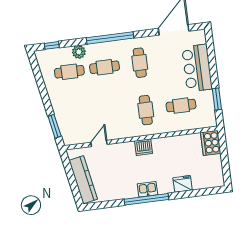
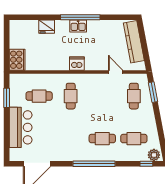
plant: (79, 52) -> (154, 155), moved
cafe table: (140, 63) -> (134, 96), moved
door: (99, 143) -> (116, 72), swing flipped

